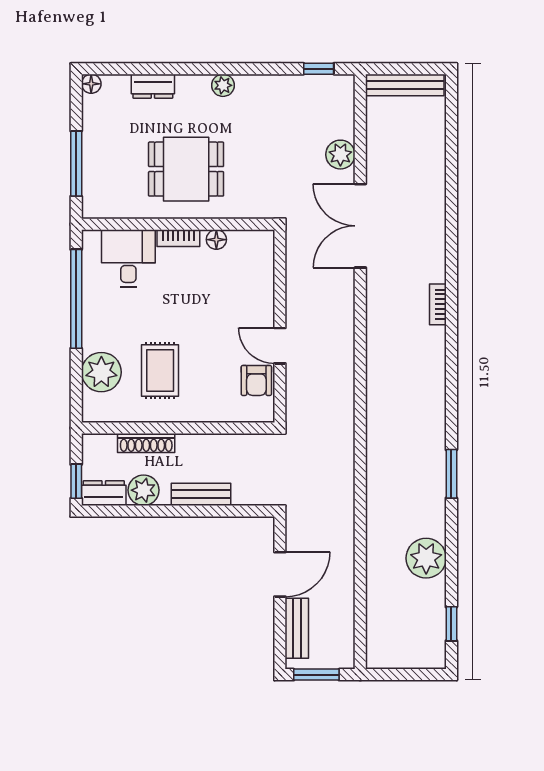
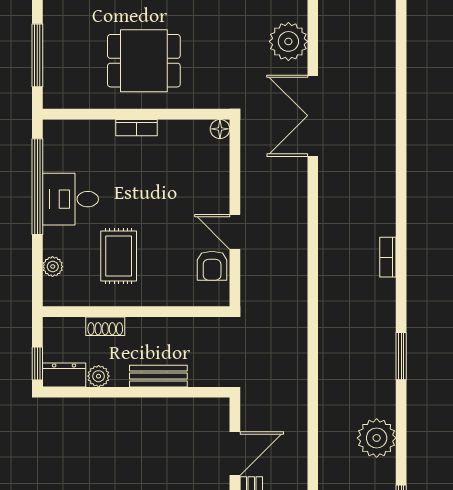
plant: (340, 155) -> (288, 41), width x1.36, depth x1.36
floor lamp: (216, 240) -> (220, 129), moved
desk: (128, 258) -> (70, 199), moved, turned -90
bookcase: (438, 304) -> (388, 257), moved
plant: (101, 372) -> (53, 267), width x0.53, depth x0.53
shoe rack: (146, 443) -> (105, 326), width x0.70
plant: (144, 490) -> (99, 376), width x0.73, depth x0.73

